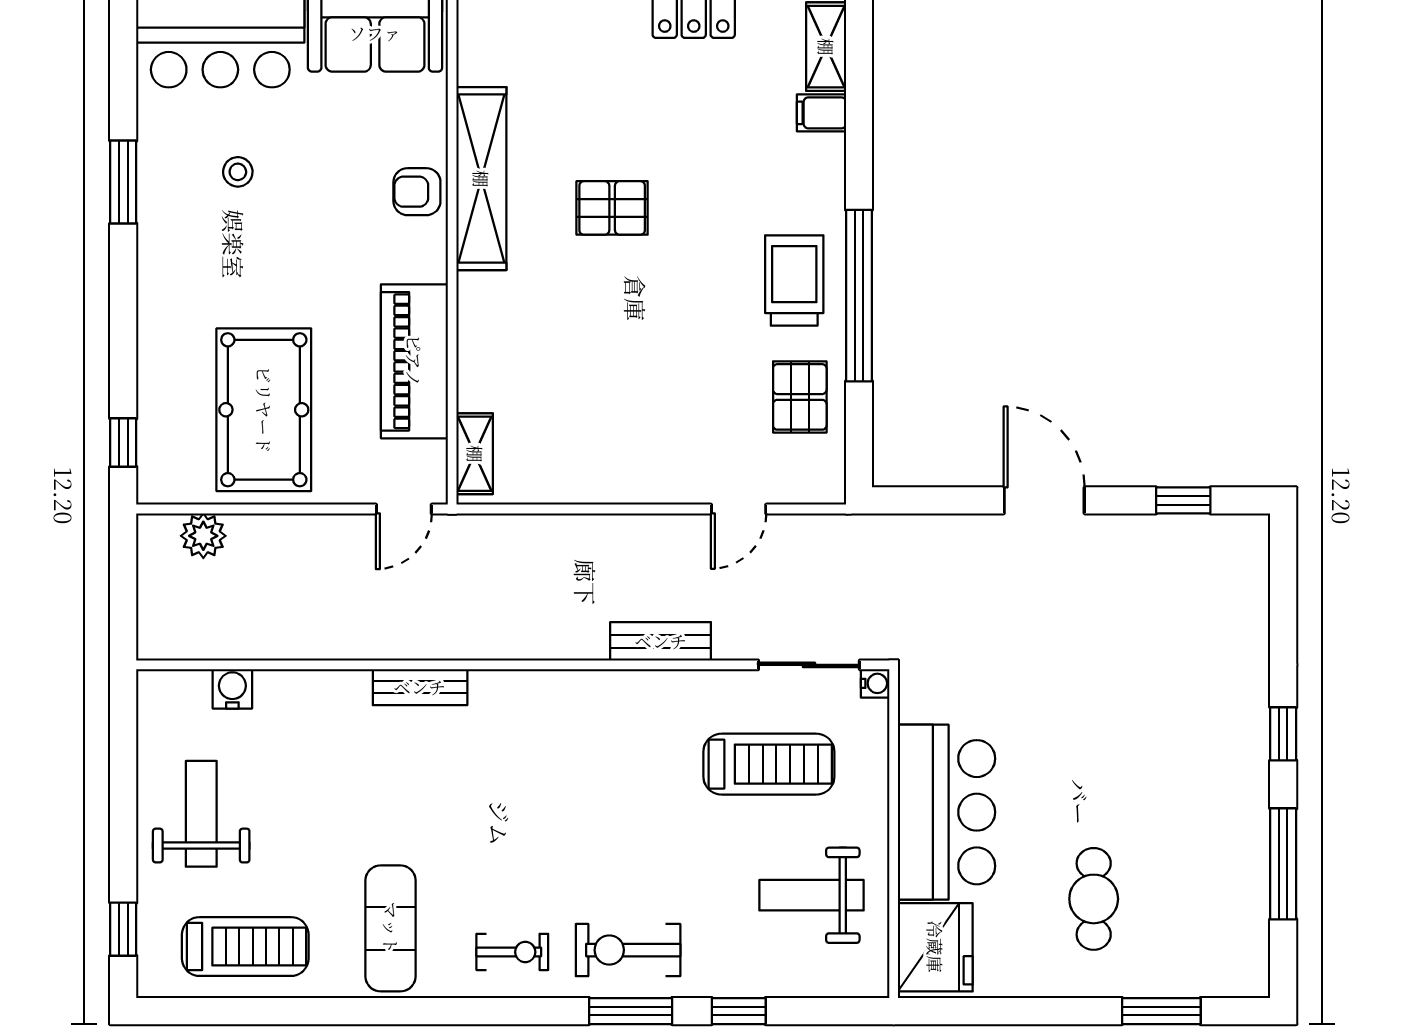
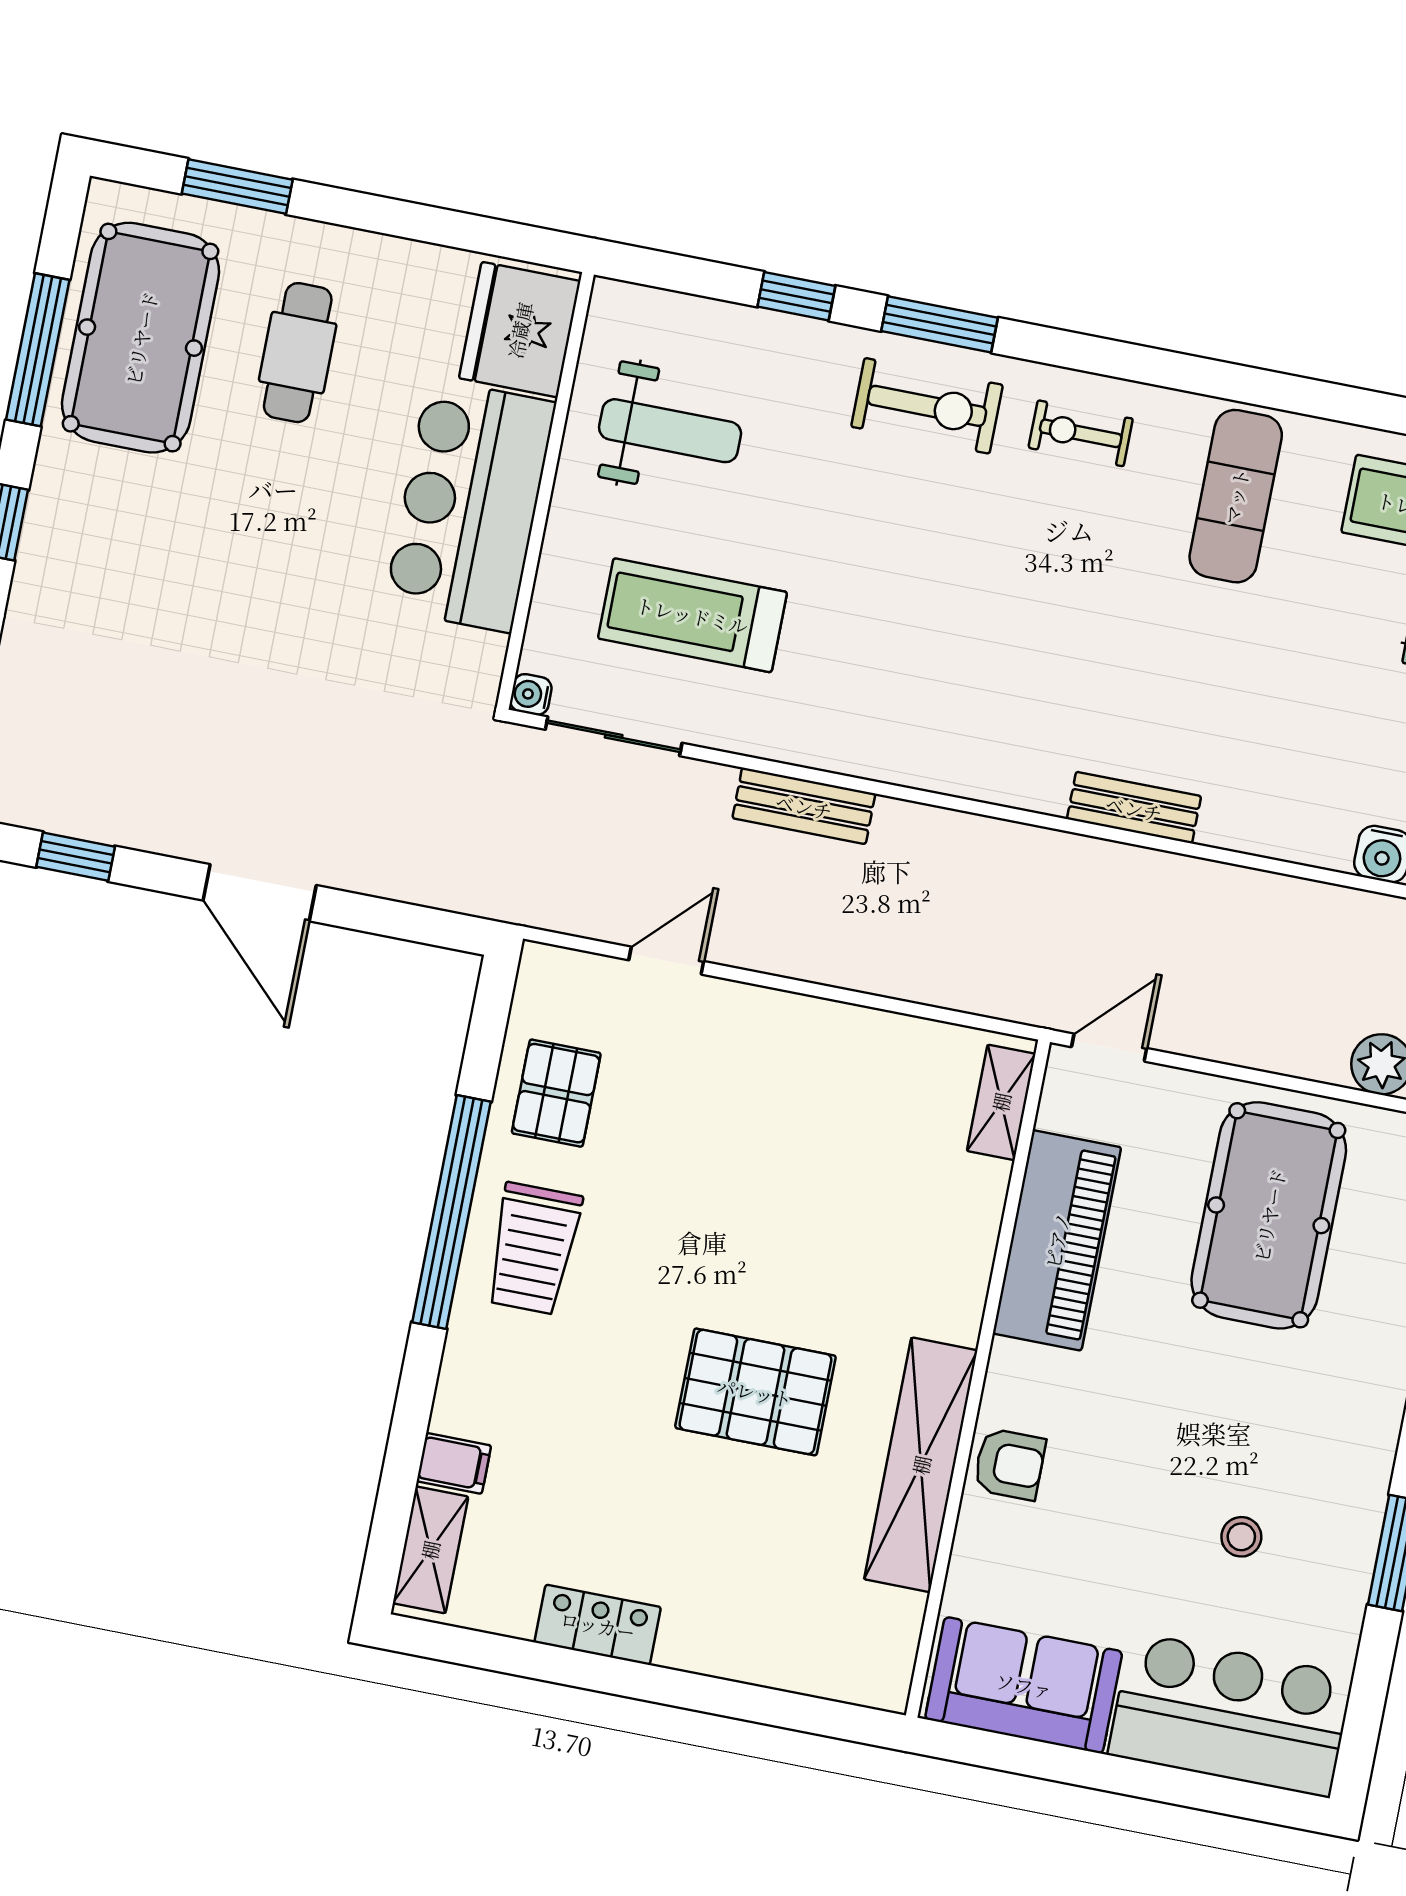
pallet: (612, 208) -> (755, 1392), width x1.50, depth x1.42
pool table: (1210, 887) -> (141, 338), added

